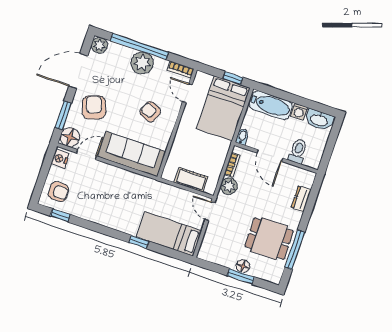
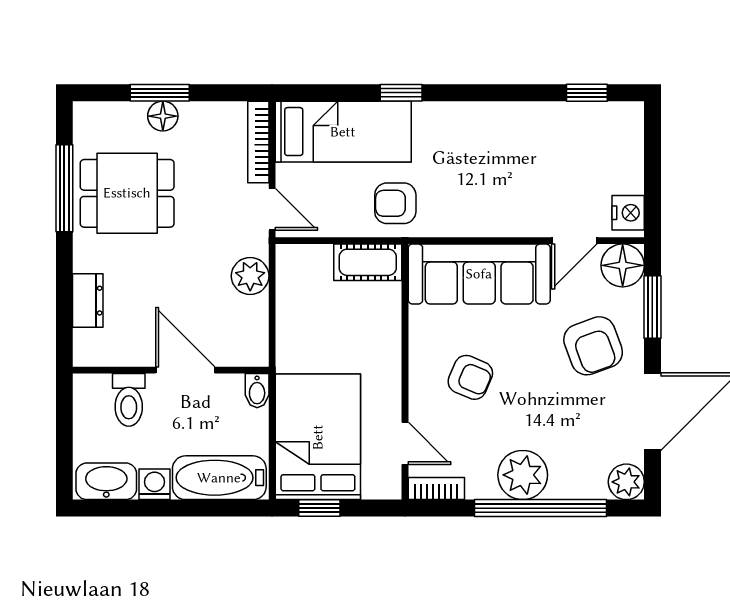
bookcase: (232, 165) -> (258, 142), moved, width x1.56
cot: (191, 180) -> (368, 262), moved
armchair: (59, 192) -> (395, 203), moved

